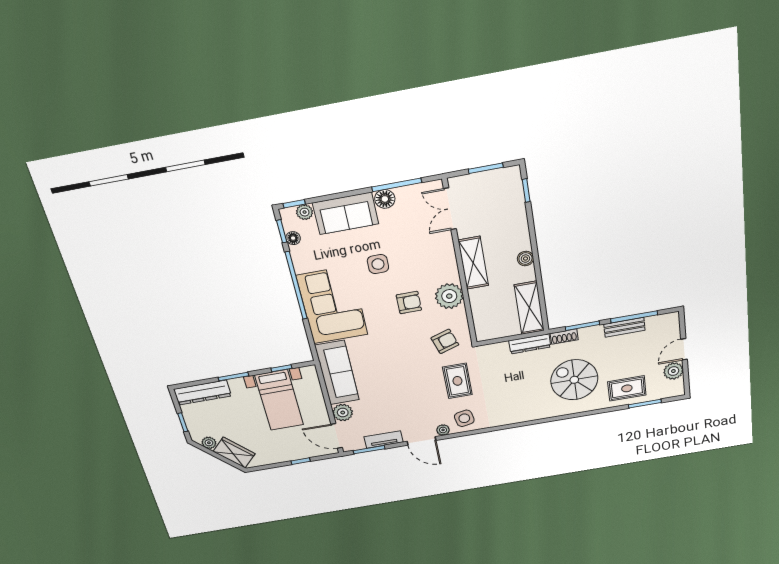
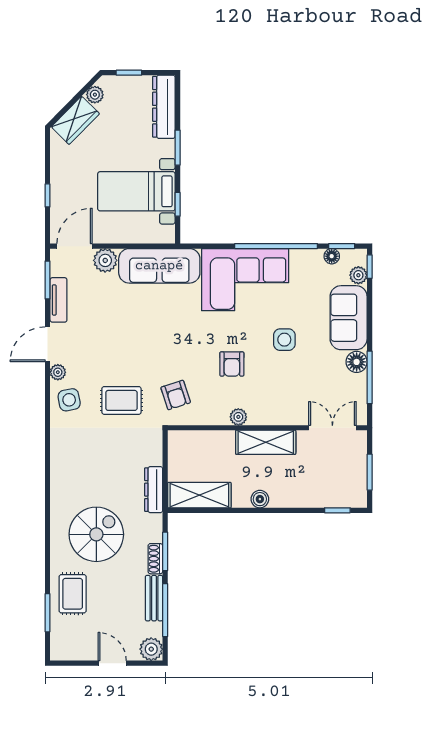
plant: (449, 296) -> (238, 417), width x0.53, depth x0.53
shoe rack: (564, 337) -> (155, 559), moved
plant: (673, 371) -> (151, 649), moved

